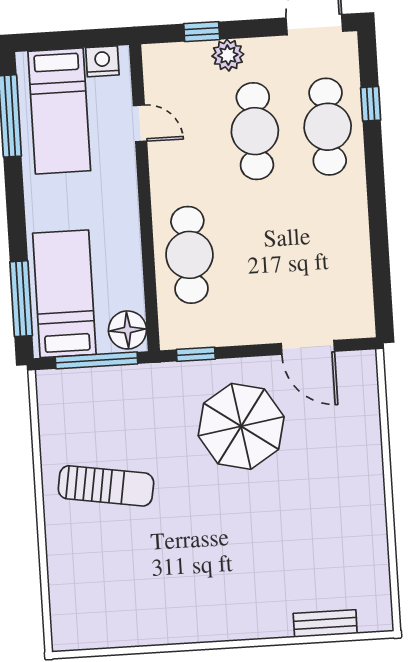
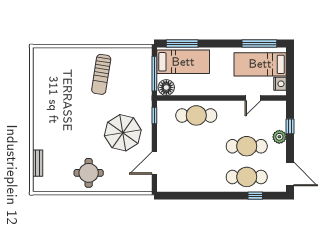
round table: (341, 501) -> (89, 173), added

